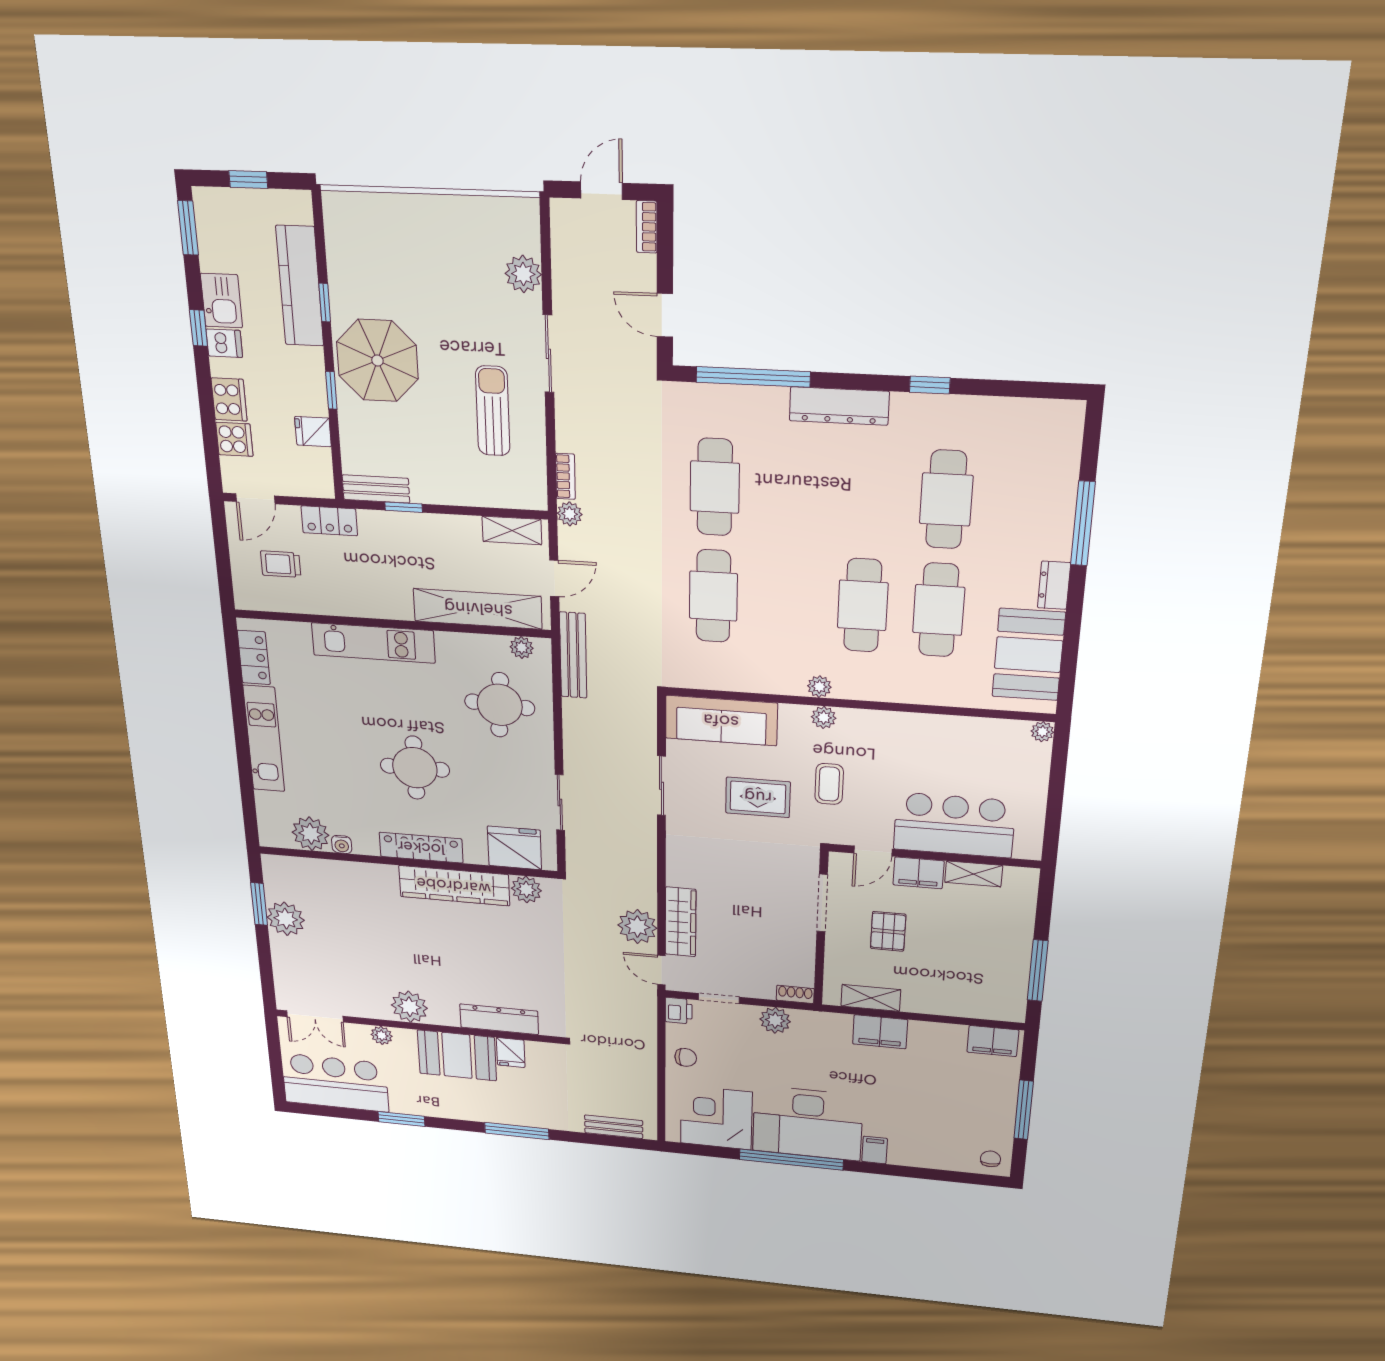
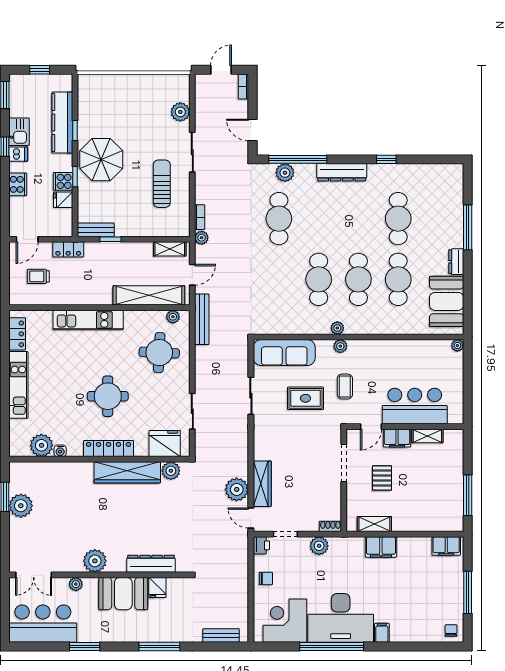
plant: (728, 401) -> (285, 173), added
cooker: (234, 439) -> (63, 181), moved, turned 180
cafe table: (713, 596) -> (319, 279), moved

